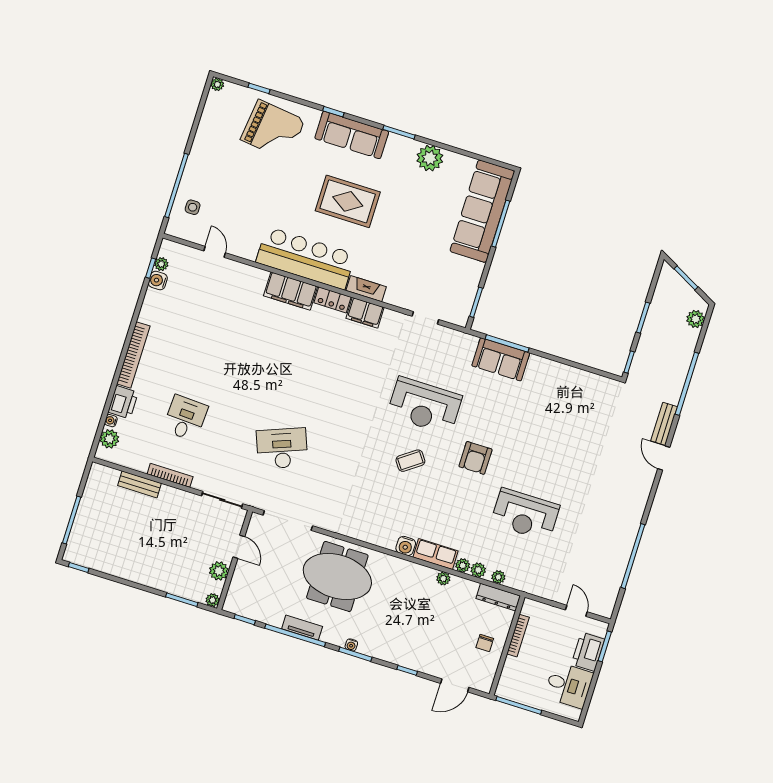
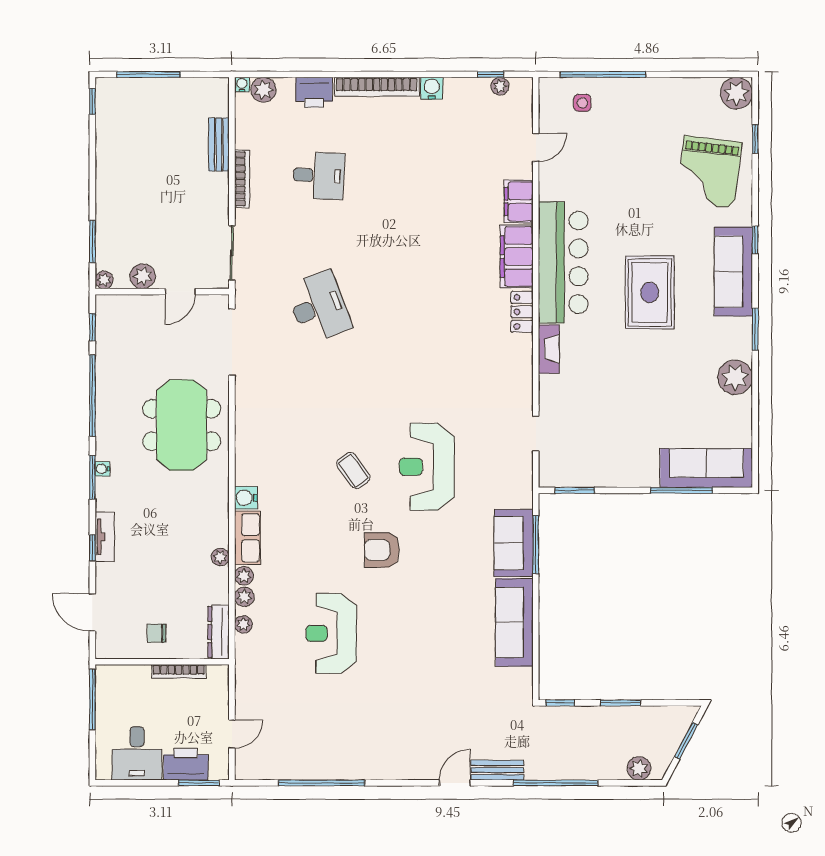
plant: (217, 84) -> (736, 93), width x1.87, depth x1.87
sofa: (482, 211) -> (706, 468), width x0.74, depth x0.79
water cooler: (158, 281) -> (432, 88), moved
filing cabinet: (365, 313) -> (519, 202), moved
sofa: (559, 377) -> (514, 622), added
water cooler: (111, 421) -> (242, 85), moved
tv unit: (302, 628) -> (105, 537), moved

